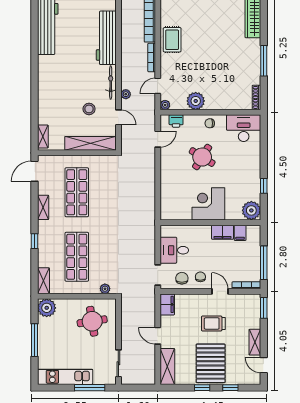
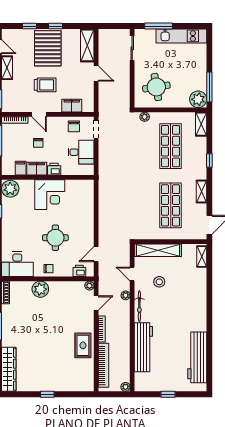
plant: (196, 101) -> (40, 289), moved
round table: (202, 157) -> (55, 238), turned -32
printer: (204, 232) -> (54, 169), added
chair: (200, 277) -> (38, 143), moved
filing cabinet: (167, 304) -> (72, 106), moved, turned 90
window: (34, 340) -> (209, 87), moved

